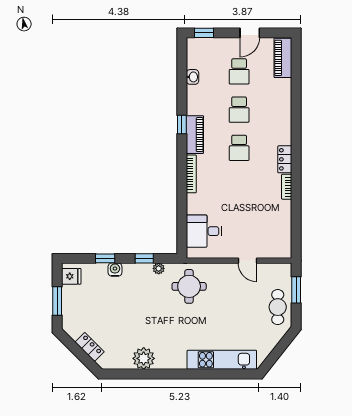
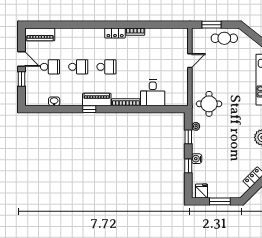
window: (204, 33) -> (21, 79), moved
desk: (204, 231) -> (153, 93), moved

